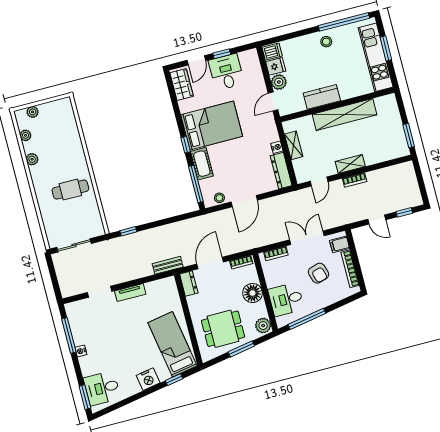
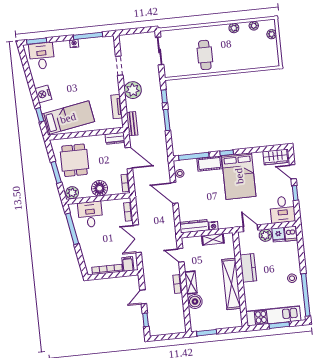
desk: (226, 72) -> (282, 210), moved, turned 90
boiler: (373, 156) -> (195, 301), added
window: (157, 224) -> (167, 120), added
double door: (307, 238) -> (137, 239), swing flipped
plant: (127, 271) -> (133, 90), added
armchair: (318, 273) -> (107, 244), removed
tv unit: (130, 293) -> (117, 107), moved

